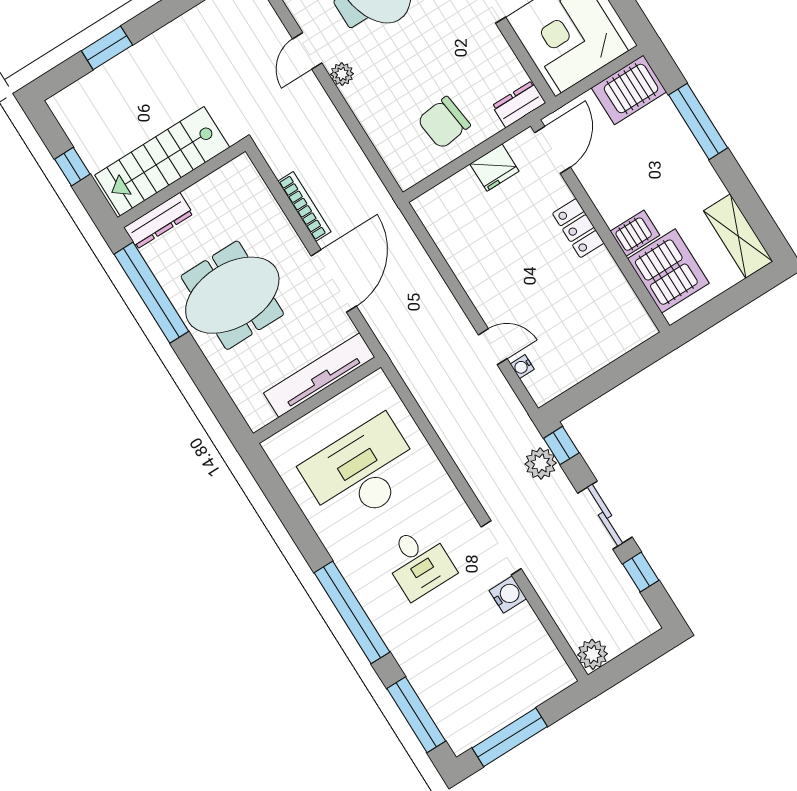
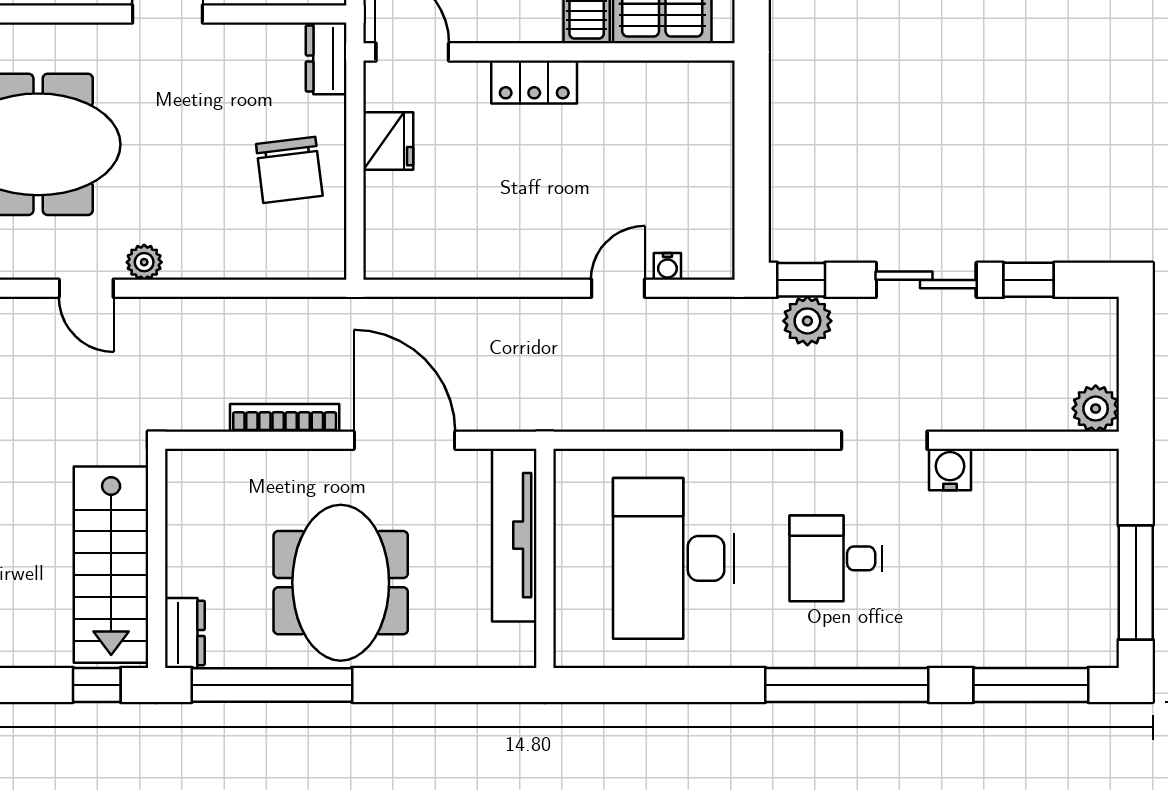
window: (72, 167) -> (97, 685), moved
dresser: (158, 221) -> (185, 633), width x0.70
desk: (419, 562) -> (836, 558), turned 180

